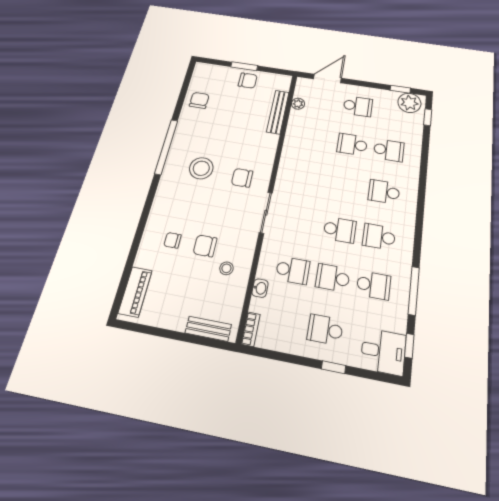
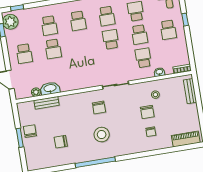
chair: (199, 100) -> (61, 142), moved
school desk: (358, 106) -> (24, 54), turned 180
bench: (278, 112) -> (46, 103), width x0.73
washbasin: (296, 123) -> (50, 88), added
school desk: (389, 150) -> (49, 26), turned 180

